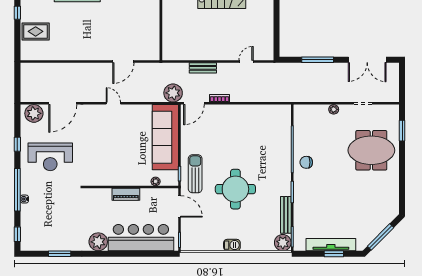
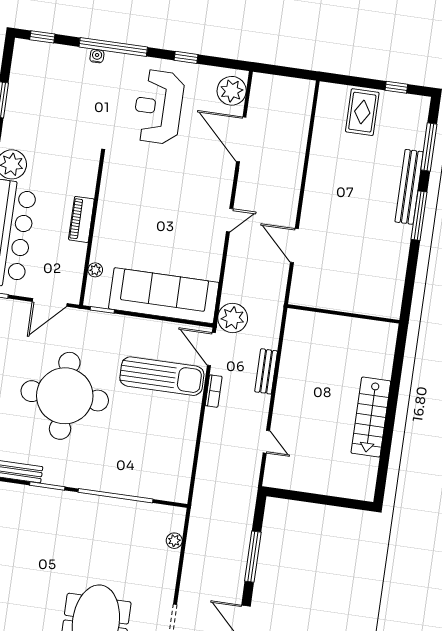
plant: (334, 109) -> (174, 541), moved
chair: (306, 162) -> (91, 515), removed
sun lounger: (195, 174) -> (162, 376), moved, width x1.36, depth x1.34
round table: (235, 189) -> (65, 396), width x1.36, depth x1.36

